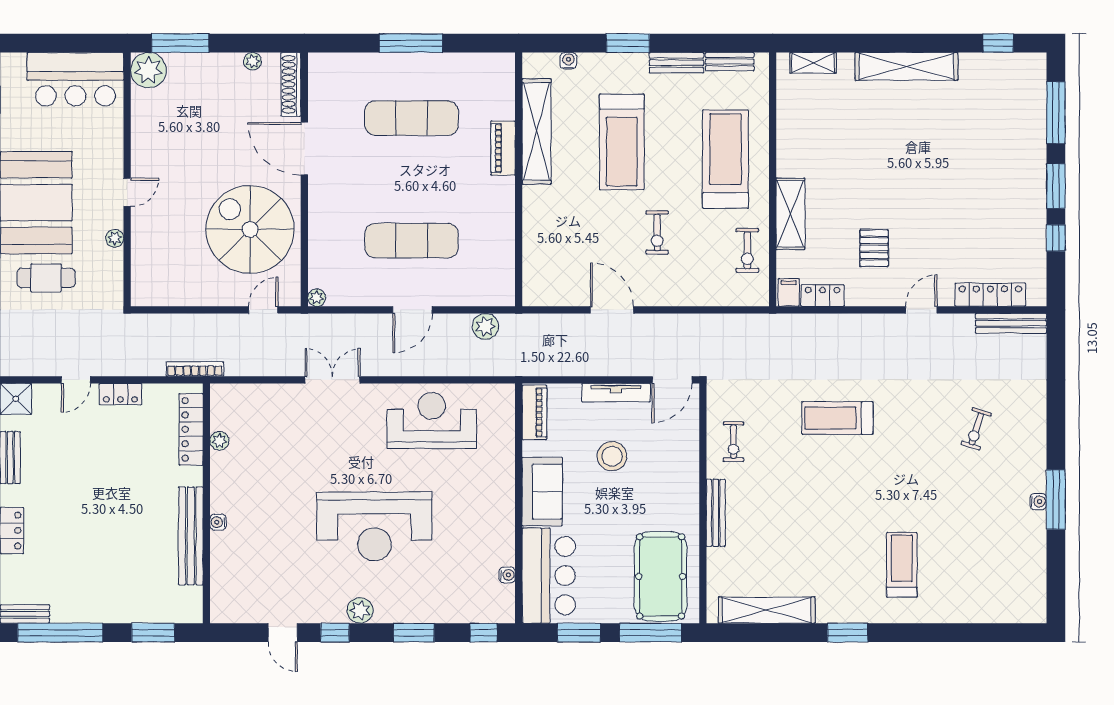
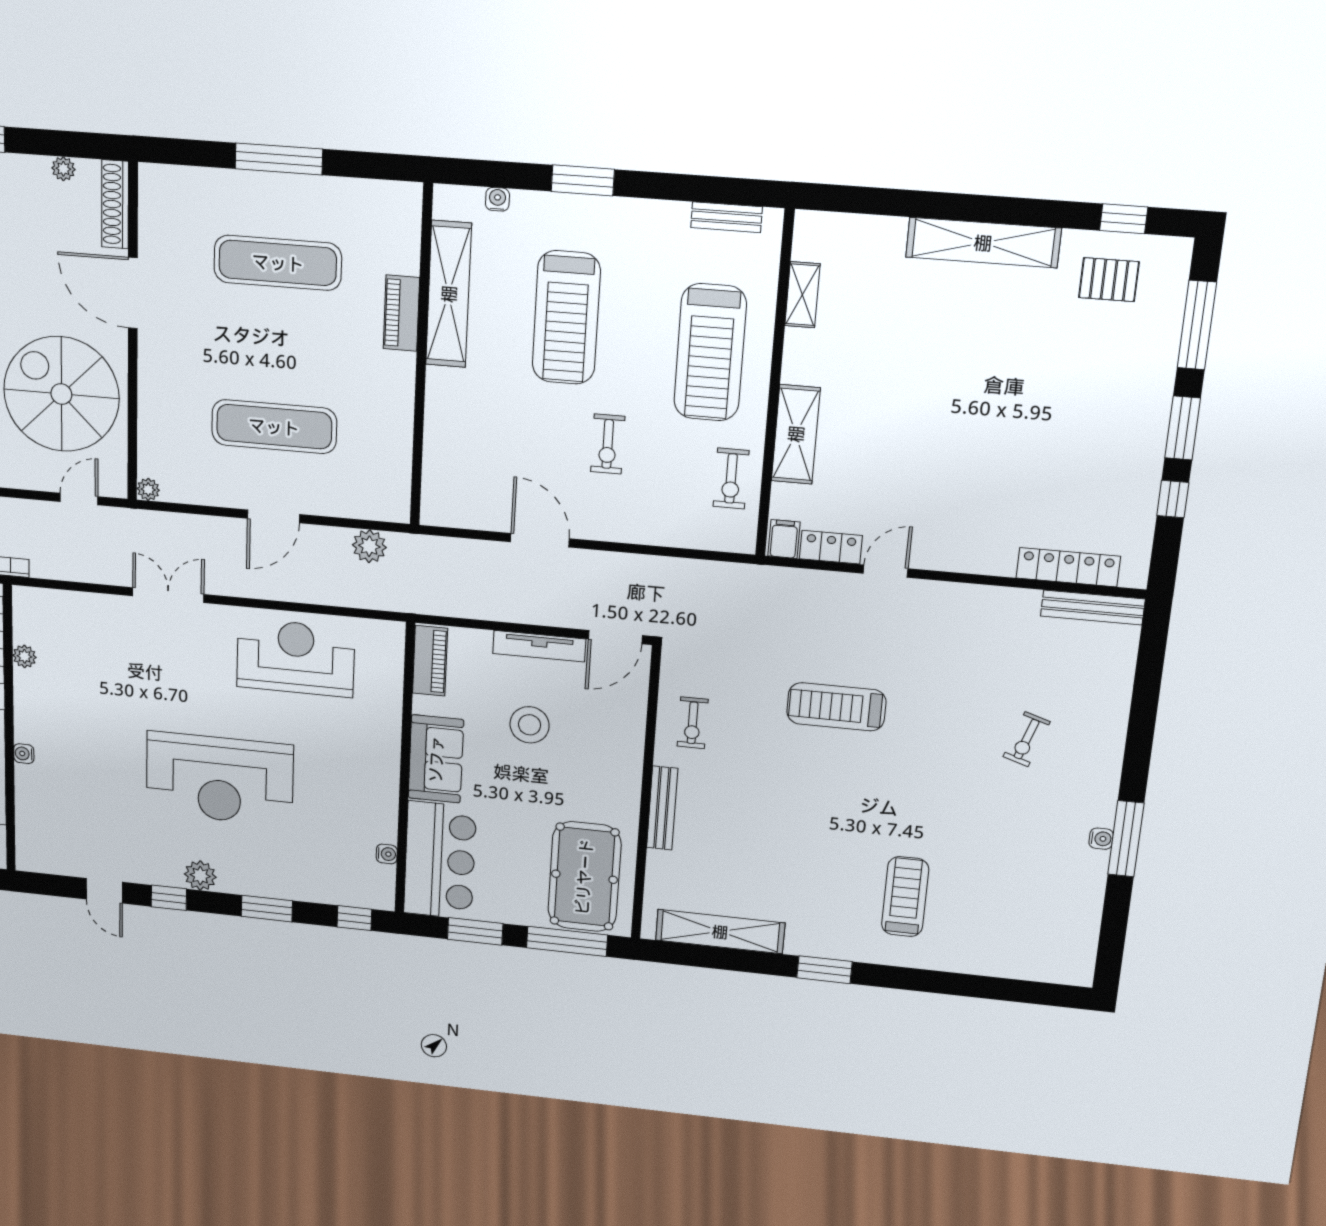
bench: (676, 63) -> (650, 213), removed
shelving: (813, 63) -> (802, 295), moved, turned 90
treadmill: (725, 159) -> (710, 353), turned 180
pallet: (874, 248) -> (1109, 280), moved, turned 90
door: (921, 310) -> (886, 571), moved

